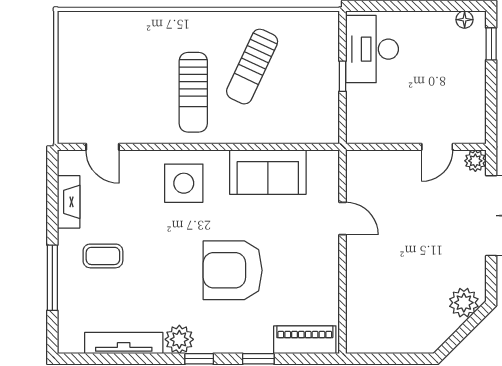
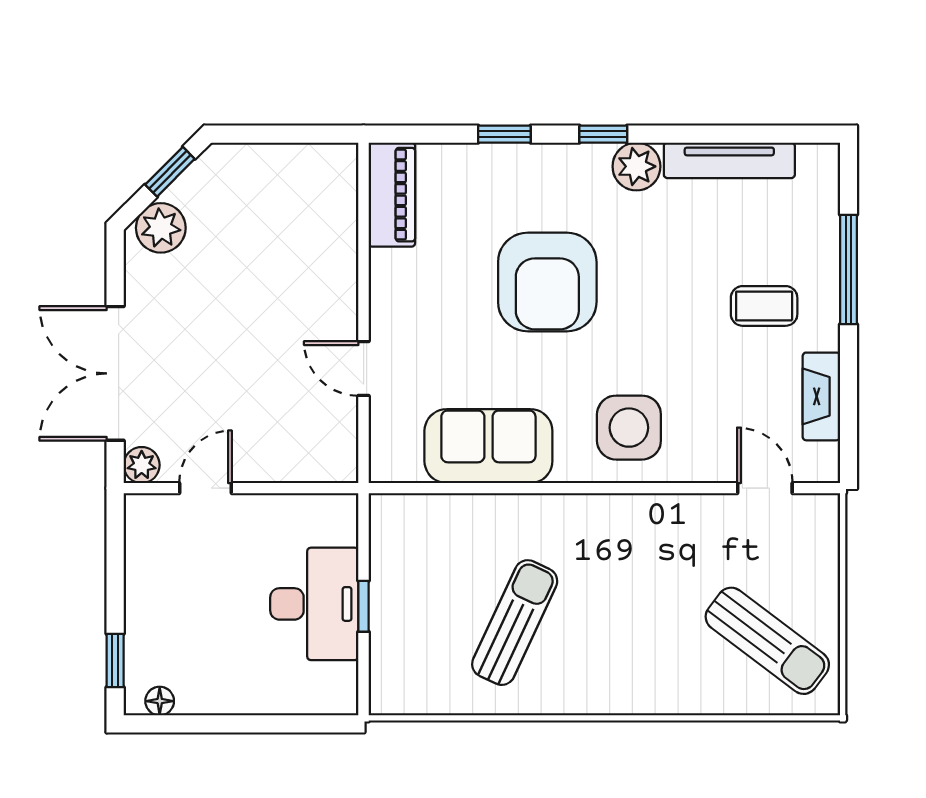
desk: (372, 49) -> (314, 604), moved
sun lounger: (193, 92) -> (767, 641), moved, turned 127
armchair: (233, 270) -> (547, 282), turned 90
window: (458, 336) -> (170, 172), added
piano: (305, 340) -> (392, 195), moved, turned -90

